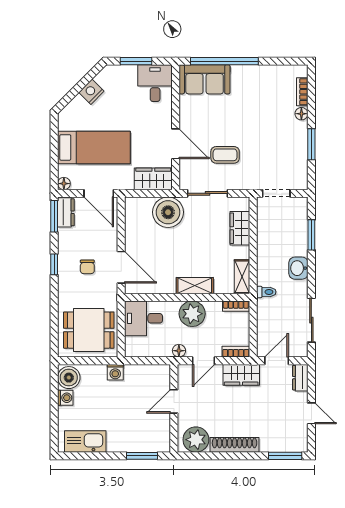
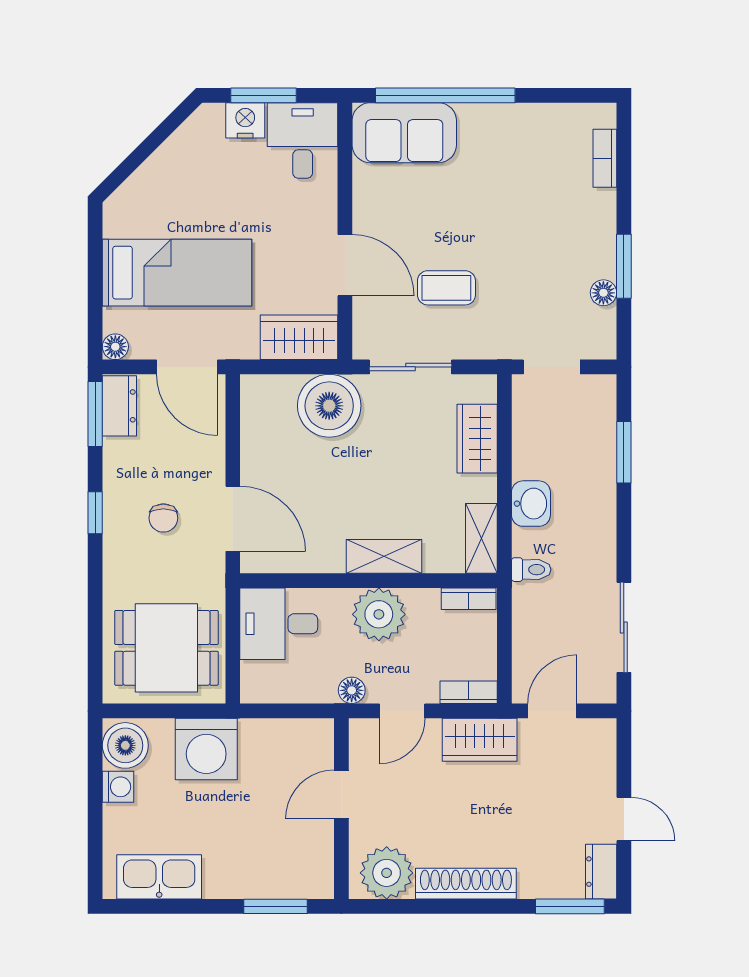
nightstand: (91, 92) -> (245, 120), moved, turned 45
floor lamp: (301, 114) -> (603, 293), moved
washbasin: (298, 268) -> (531, 504), moved, turned 180
washing machine: (115, 372) -> (206, 749), width x1.89, depth x1.89
dresser: (300, 378) -> (601, 872), moved

